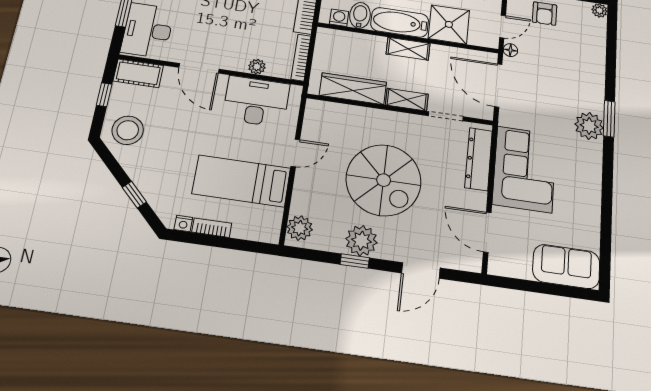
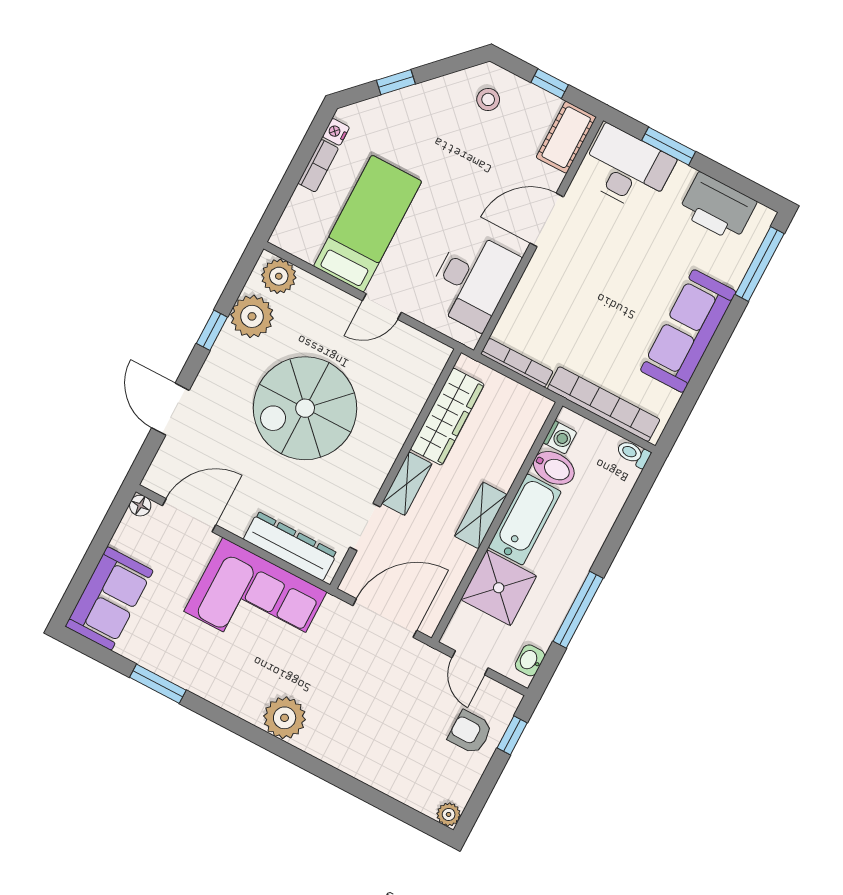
floor lamp: (510, 50) -> (140, 506), moved
plant: (257, 67) -> (523, 298), removed
window: (609, 119) -> (158, 684), moved
stool: (128, 130) -> (488, 99), width x0.53, depth x0.53
door: (295, 153) -> (382, 307), hinge flipped
plant: (361, 241) -> (252, 316), moved

